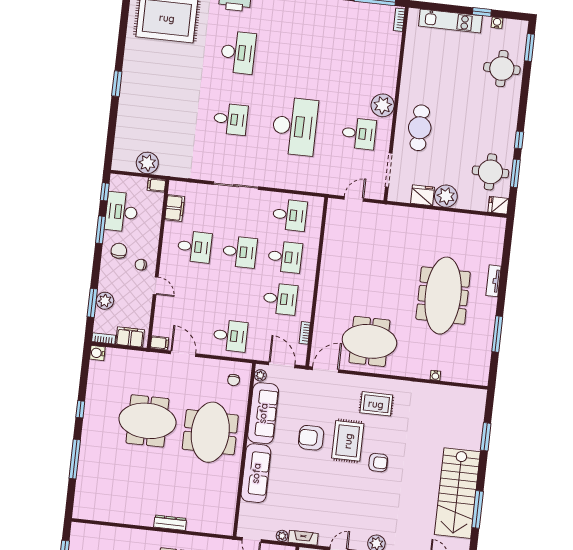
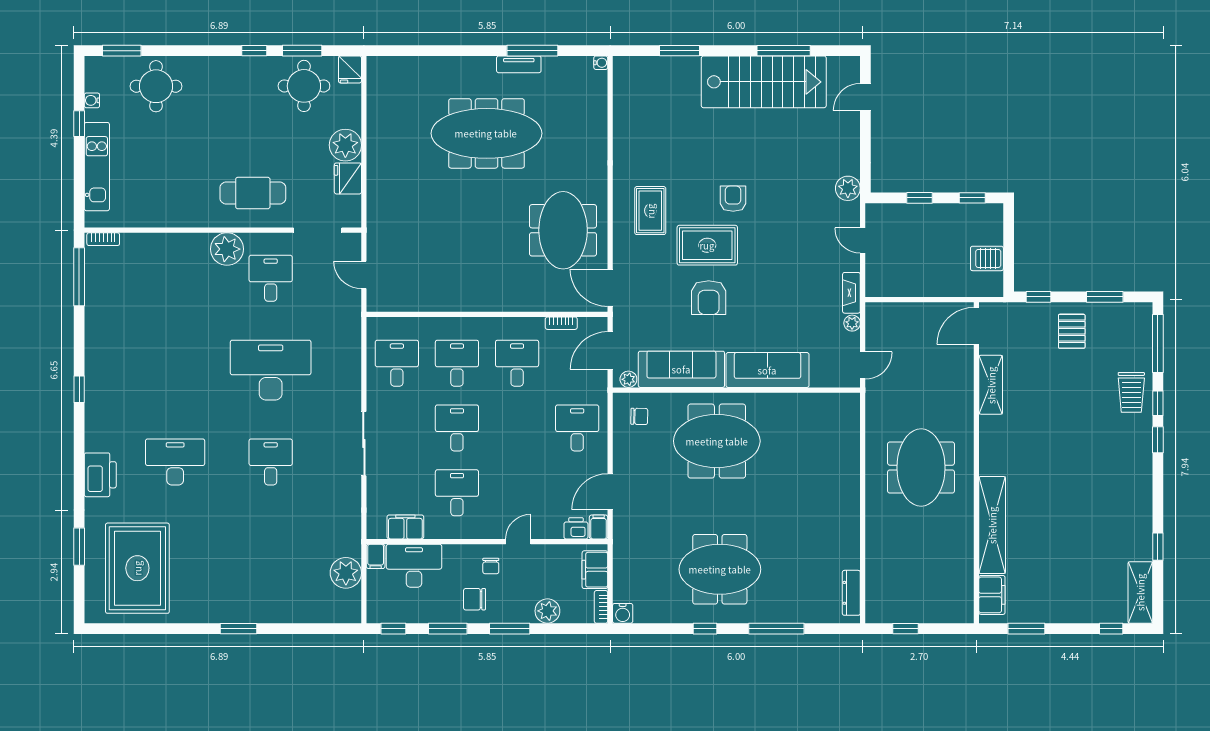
desk: (121, 212) -> (414, 566), moved, turned 180
tv unit: (494, 281) -> (519, 64), moved
window: (92, 303) -> (510, 629), moved
printer: (160, 327) -> (576, 528), added
water cooler: (435, 375) -> (601, 63), moved
meeting table: (147, 421) -> (720, 569), moved, turned 90
dresser: (170, 523) -> (851, 593), moved

